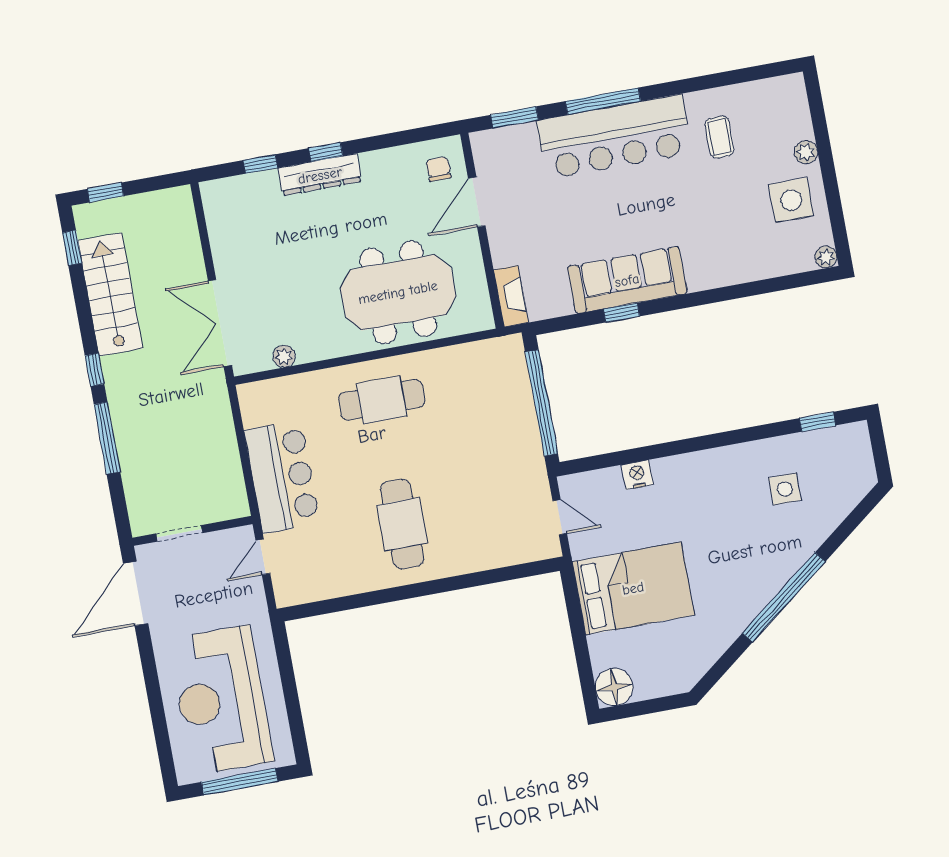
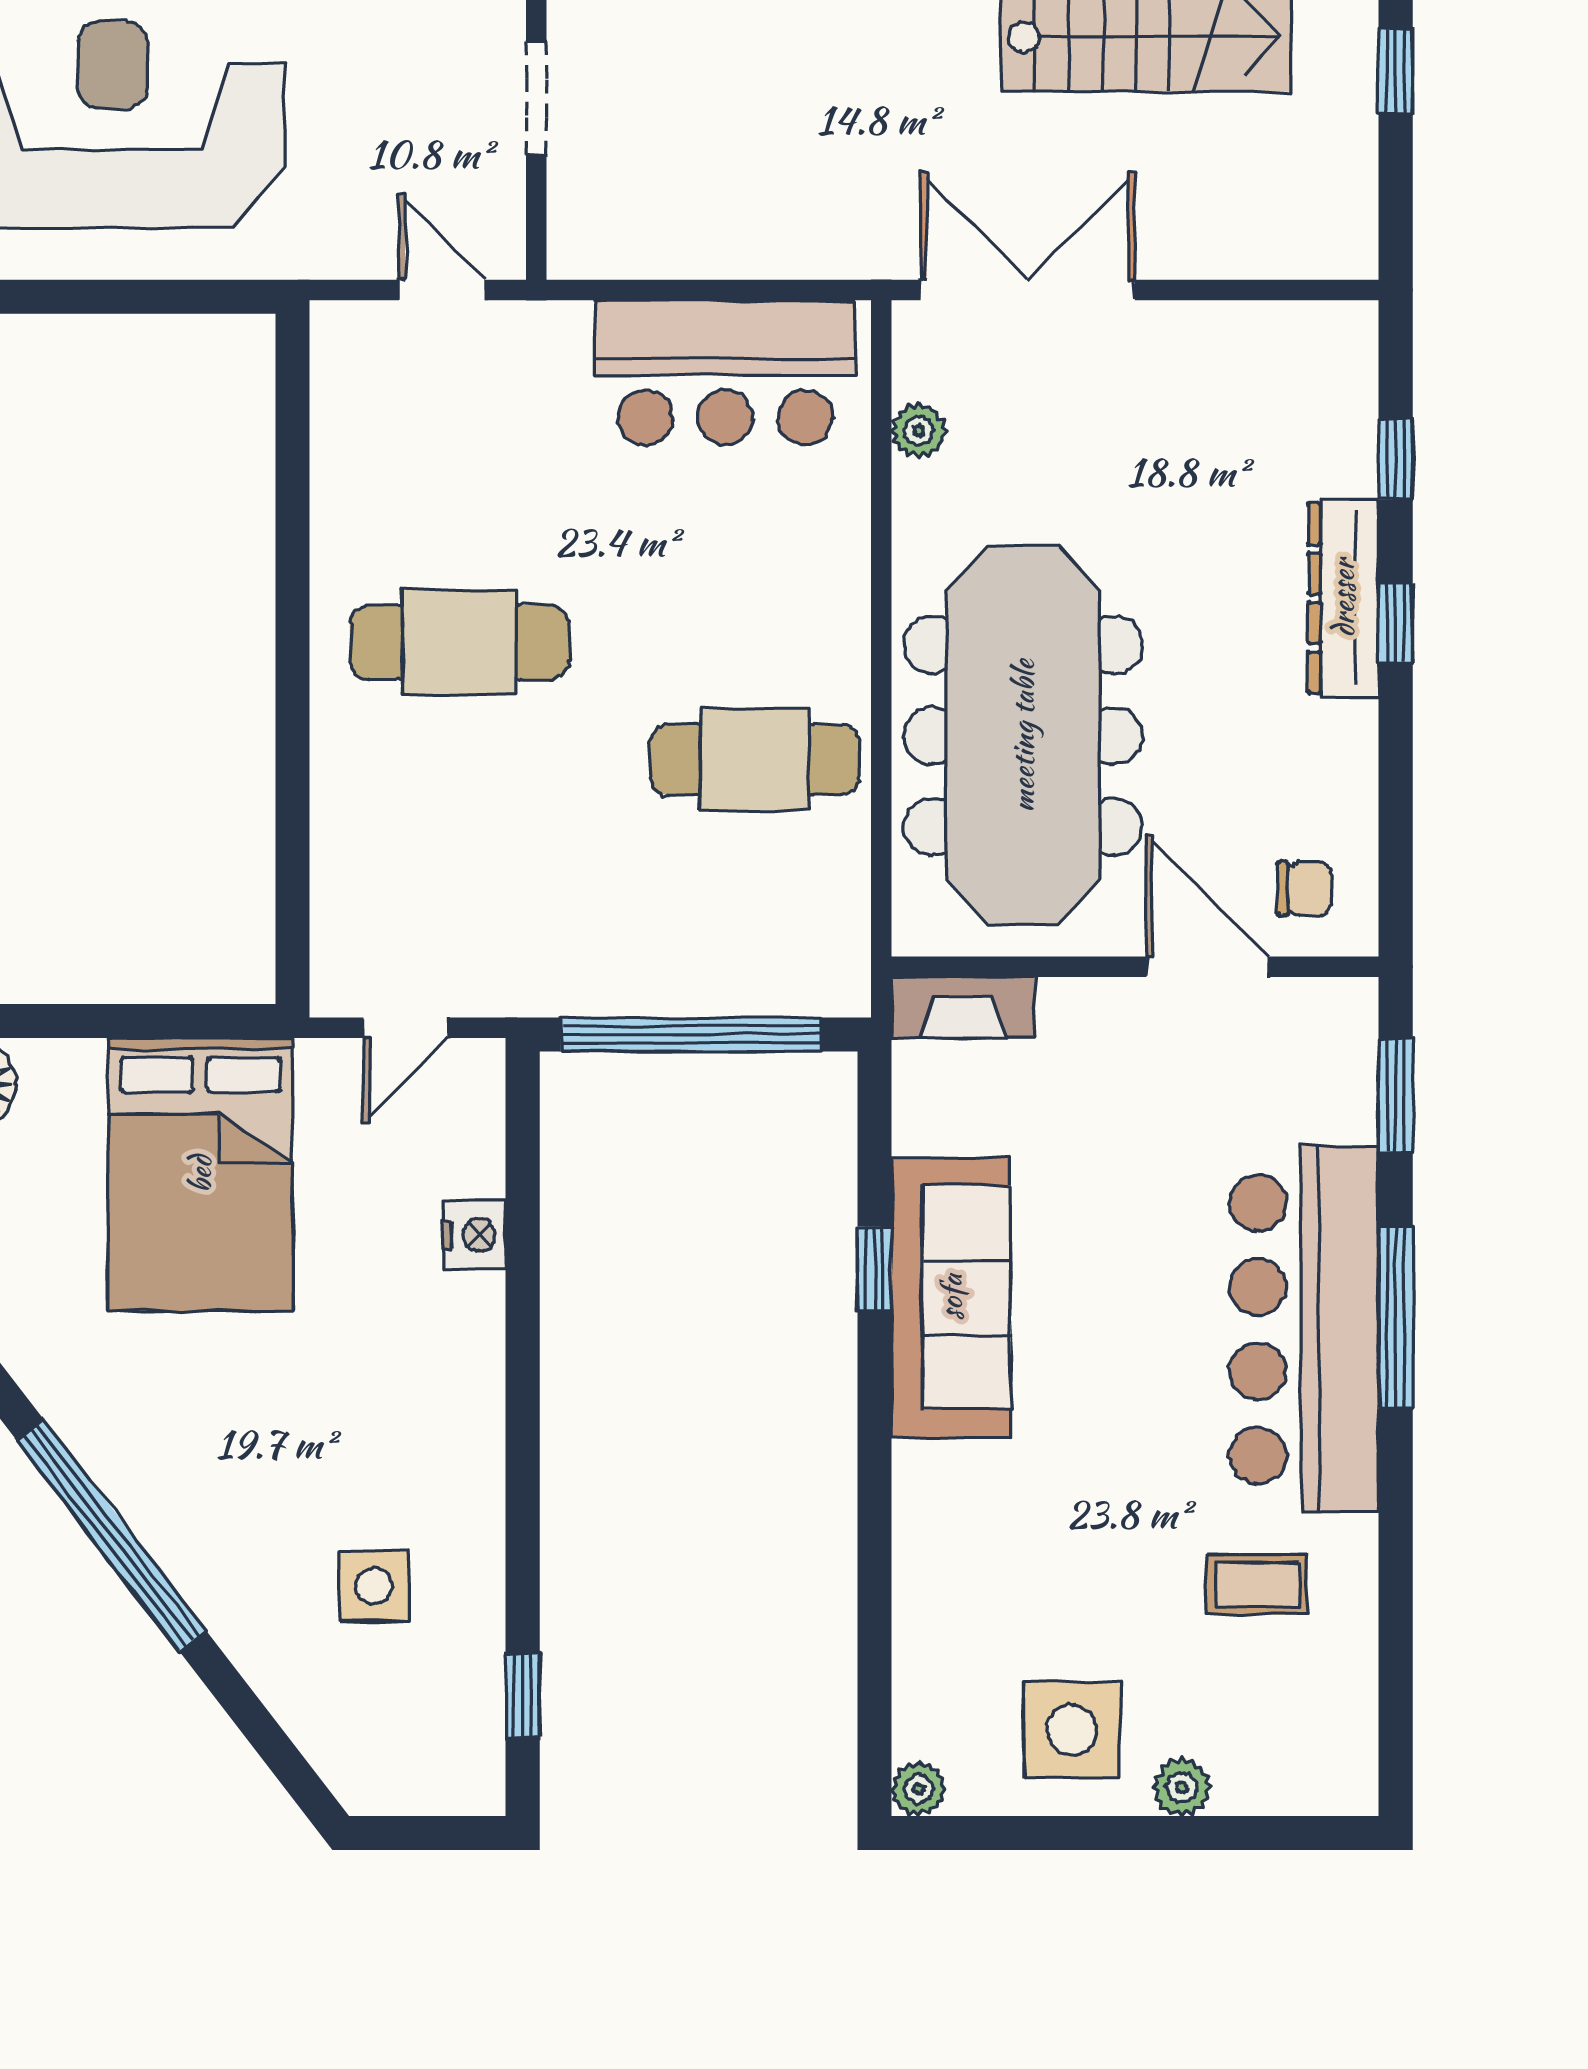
meeting table: (398, 292) -> (1023, 736), width x1.36
cafe table: (382, 400) -> (755, 759), moved, turned 90
bar counter: (282, 477) -> (725, 373), moved

